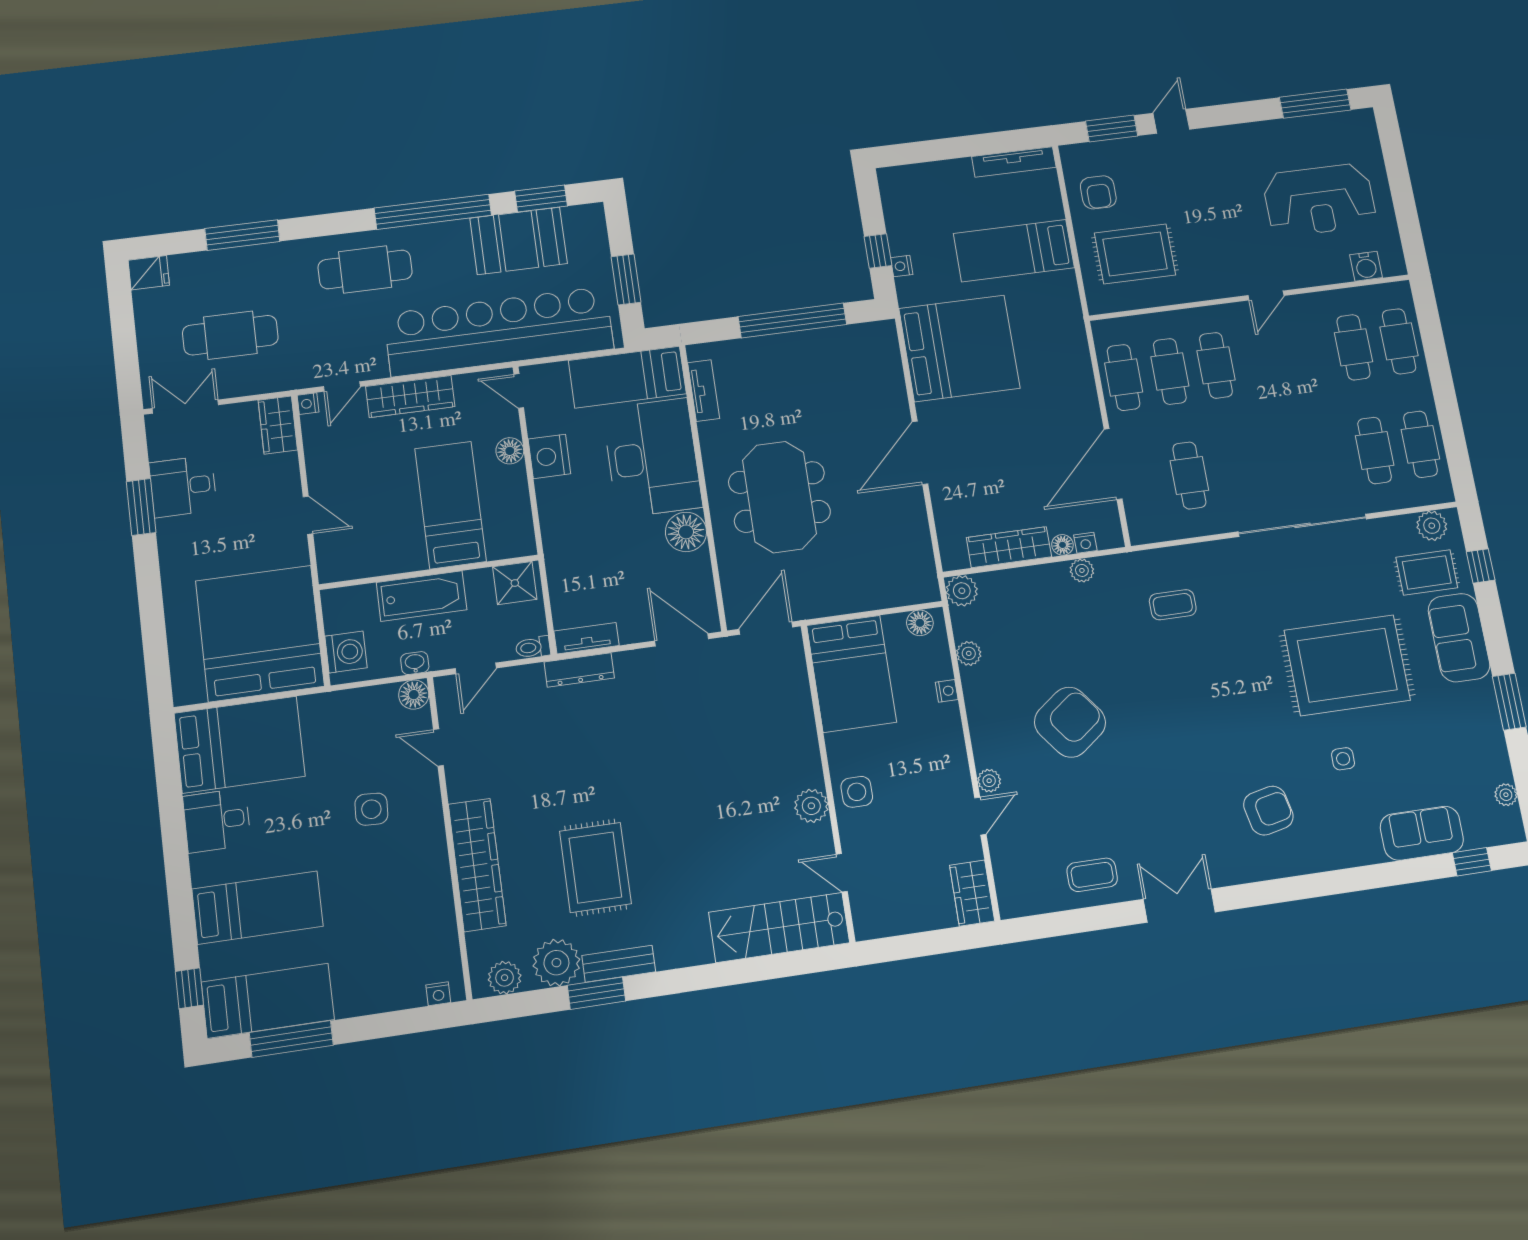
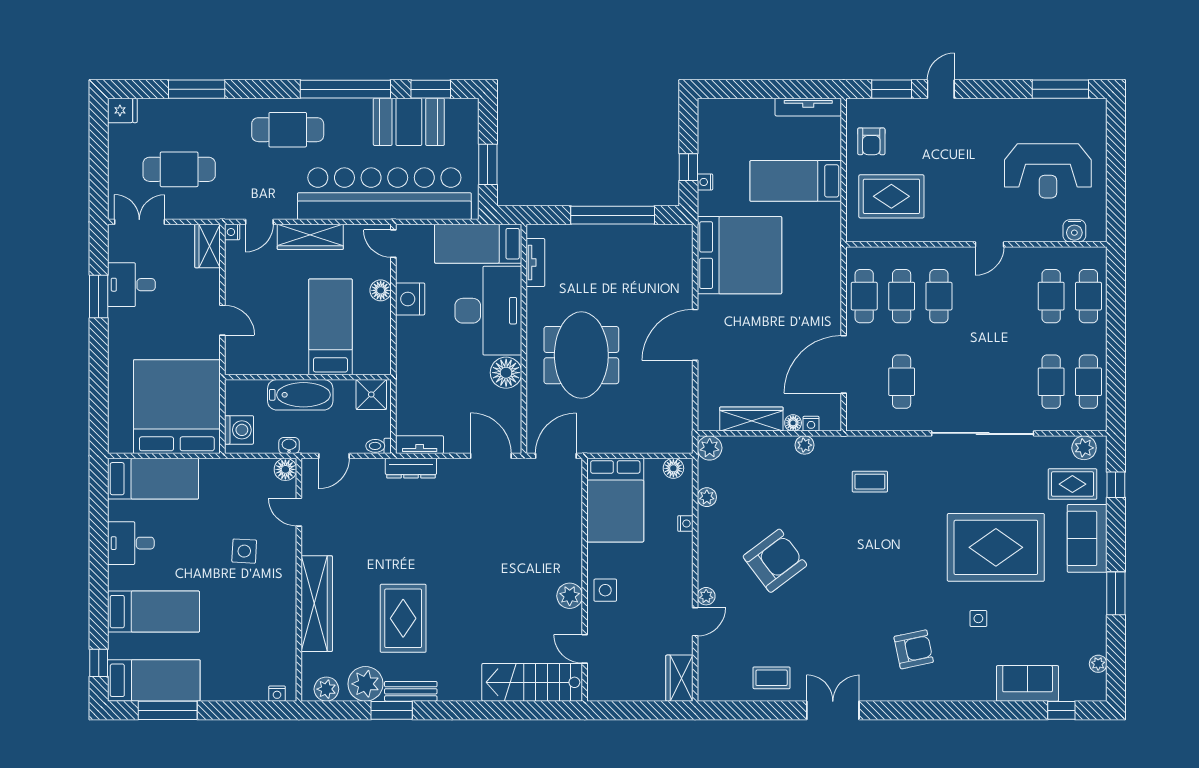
bed: (240, 745) -> (153, 479), width x0.67

